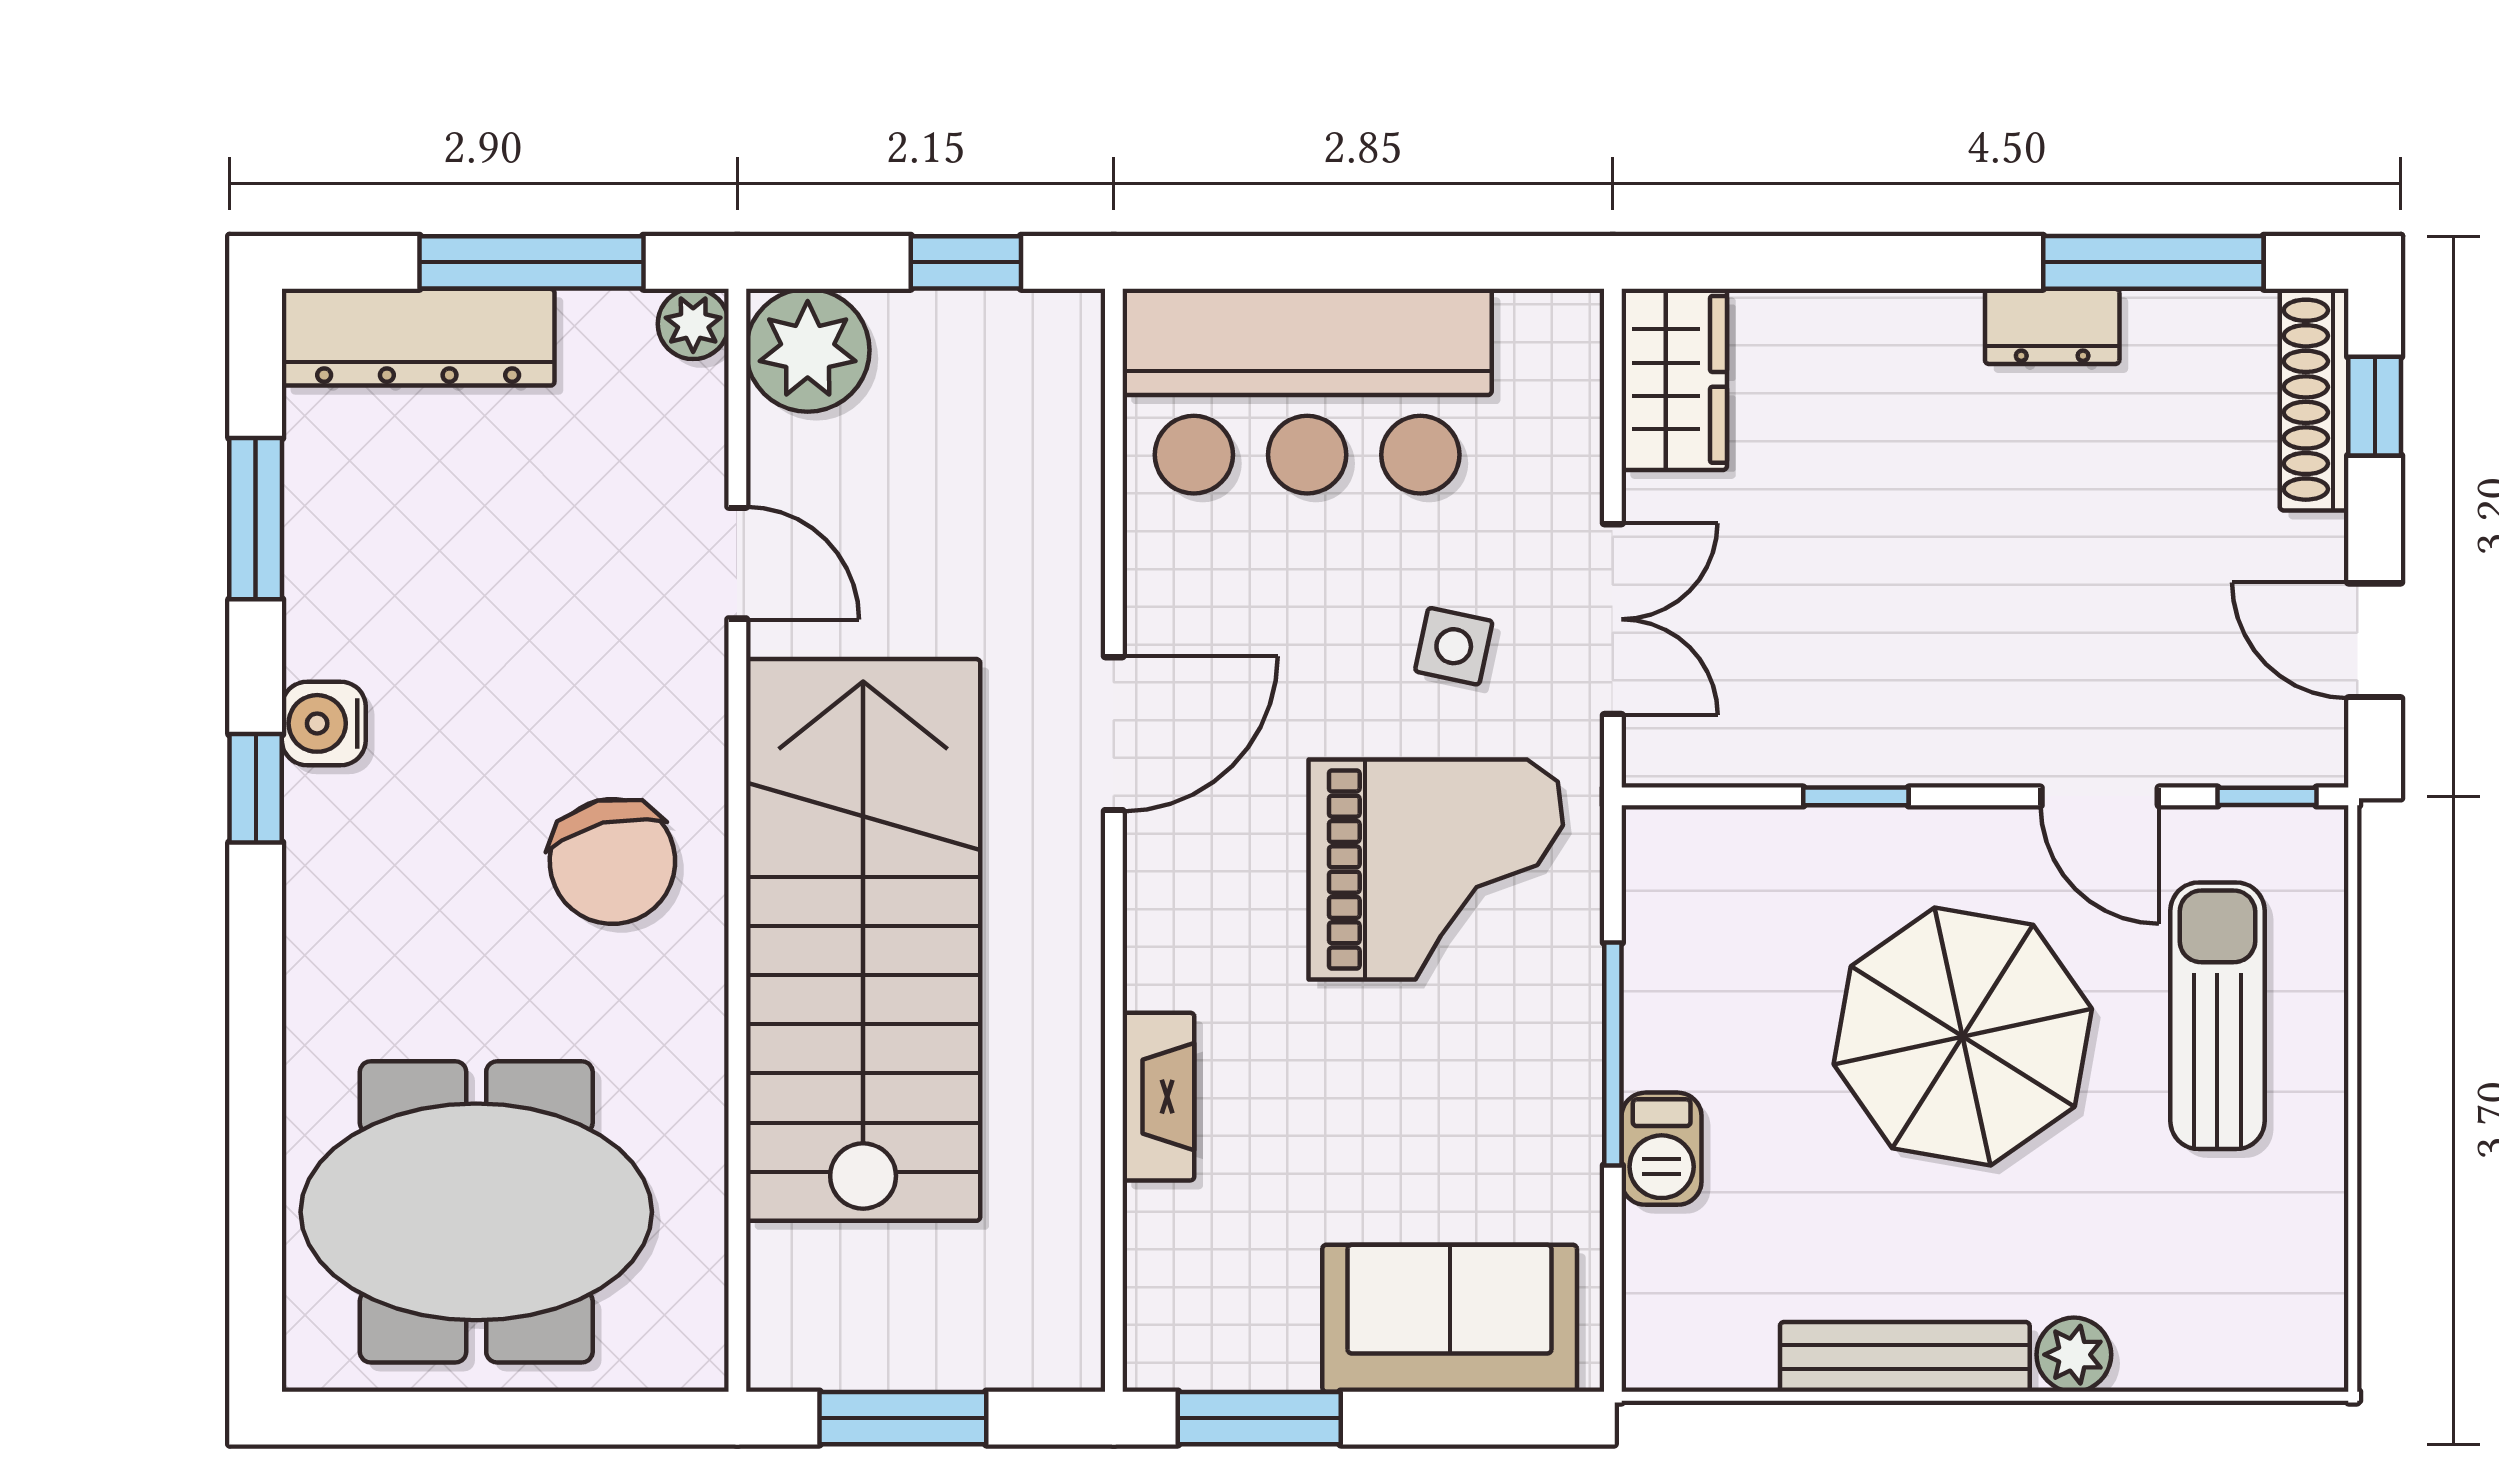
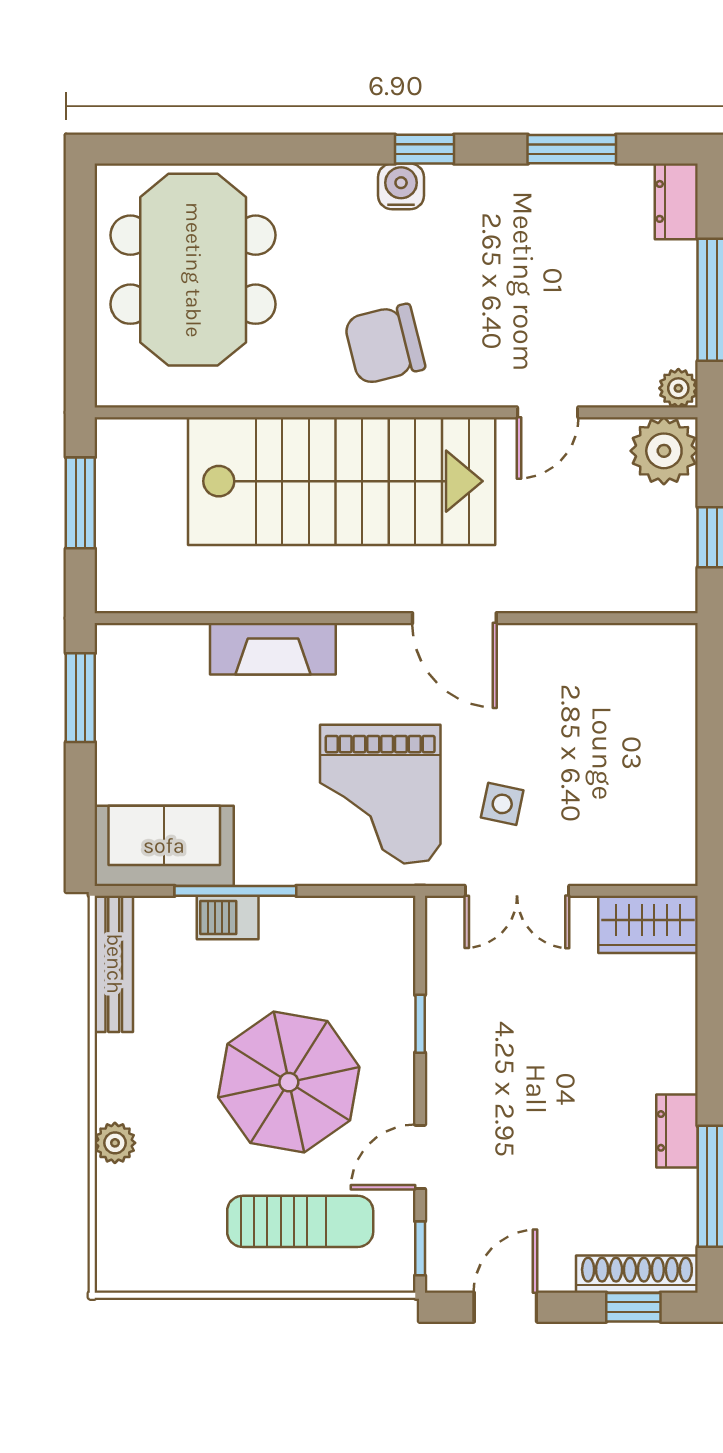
dresser: (418, 337) -> (676, 201), width x0.51, depth x0.80
bar counter: (1307, 391) -> (642, 724), removed
water cooler: (324, 723) -> (401, 186), moved
window: (1613, 1054) -> (235, 891), moved
fireplace: (1158, 1097) -> (273, 649), width x1.37, depth x1.32
sofa: (1450, 1318) -> (164, 846), moved, turned -90
bench: (1905, 1357) -> (114, 964), moved

